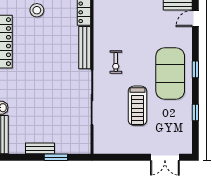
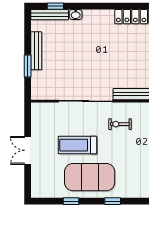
exercise mat: (170, 74) -> (90, 177), moved
bench: (40, 148) -> (36, 51), width x1.36
double door: (165, 157) -> (28, 150), moved

